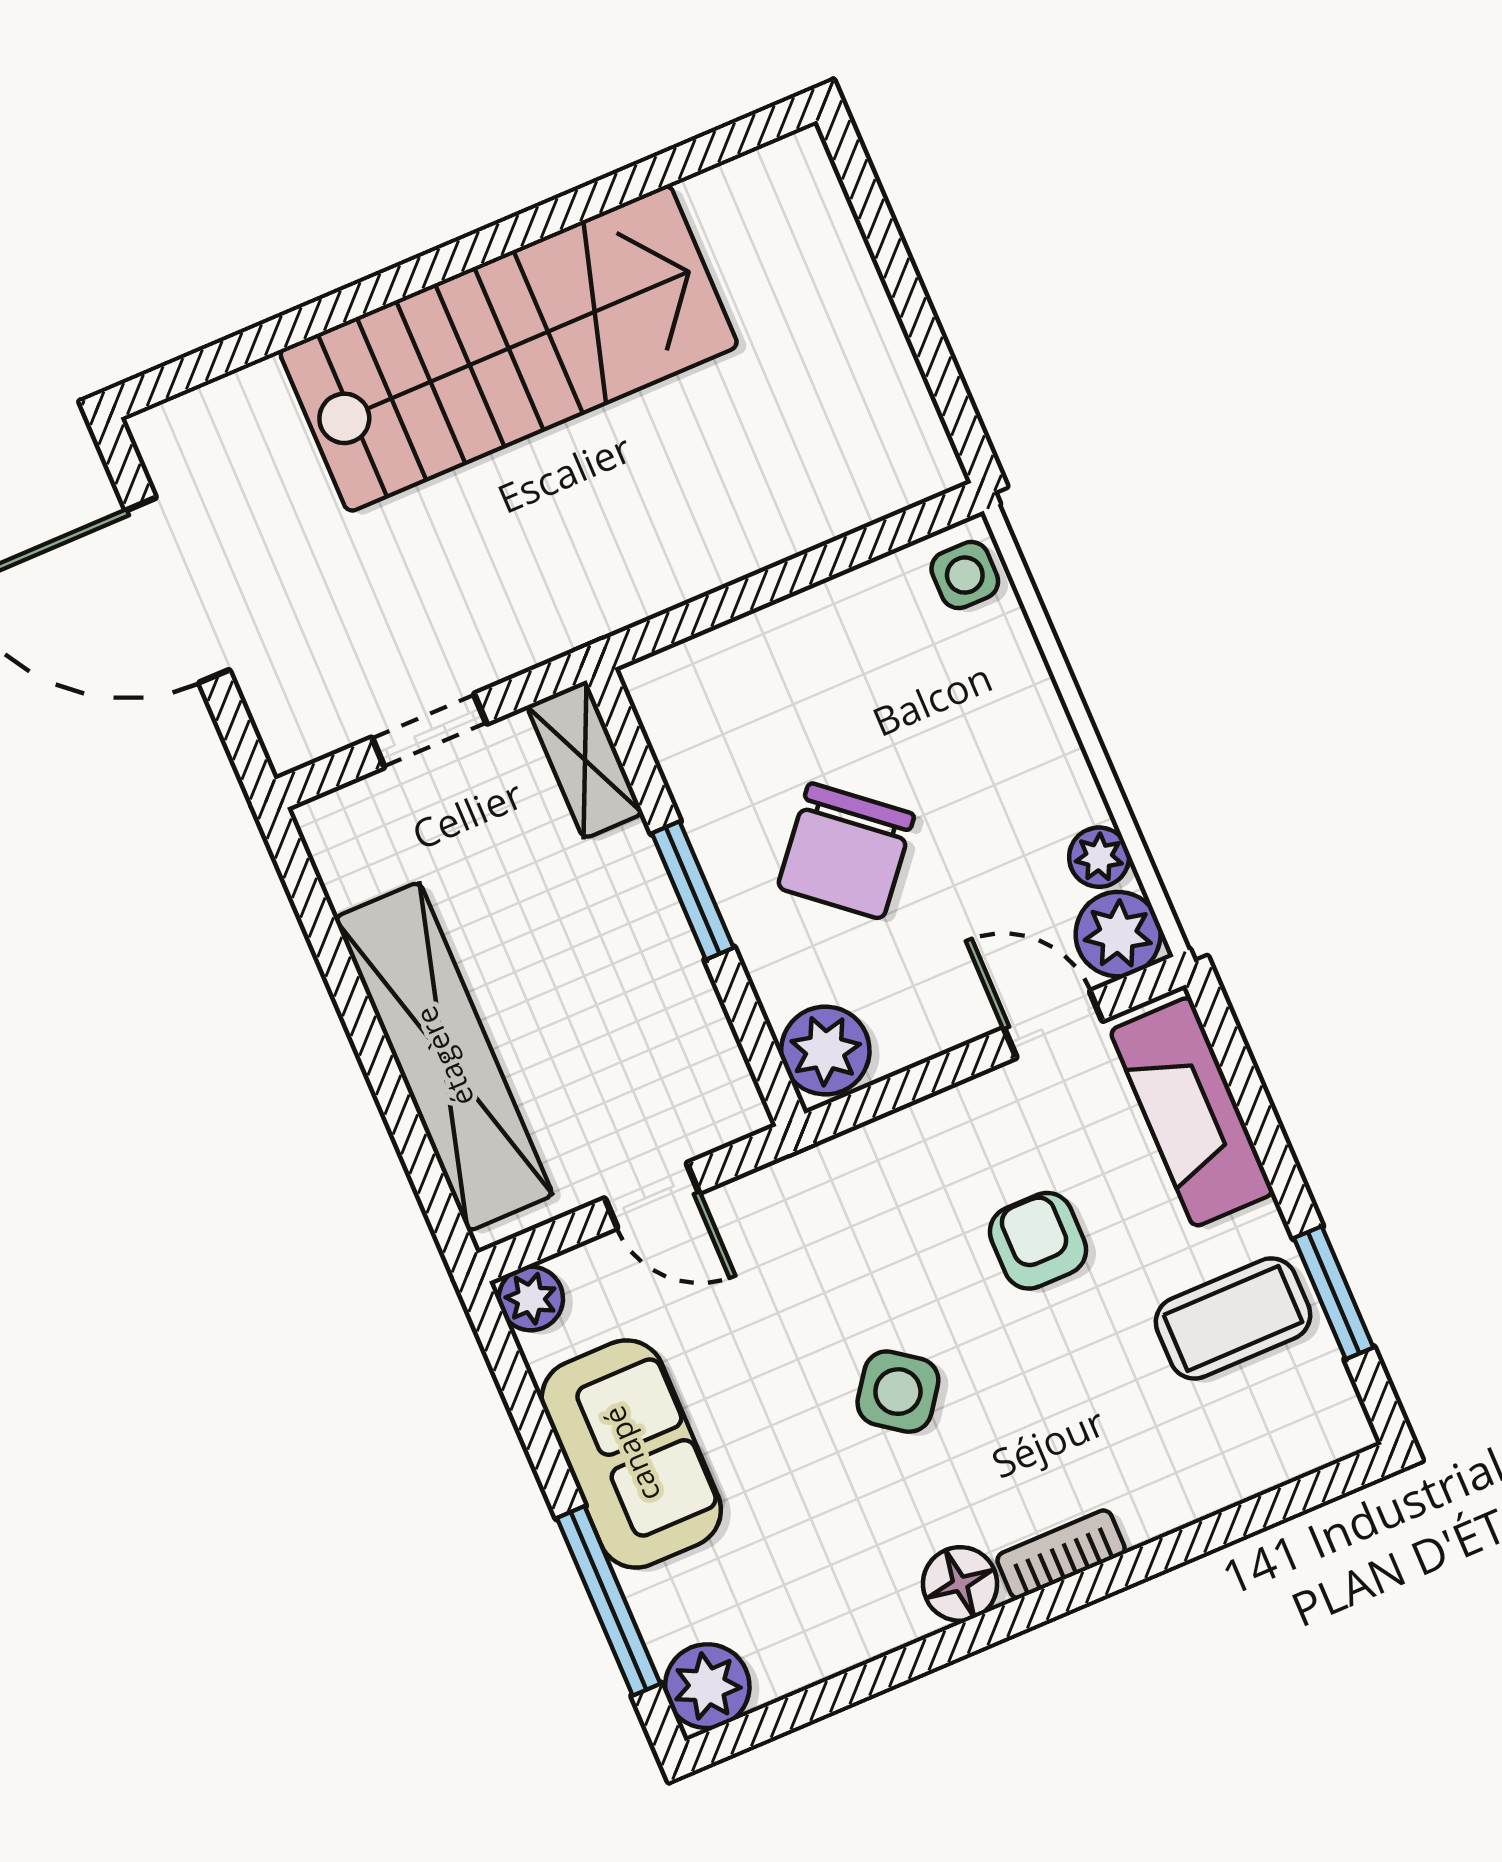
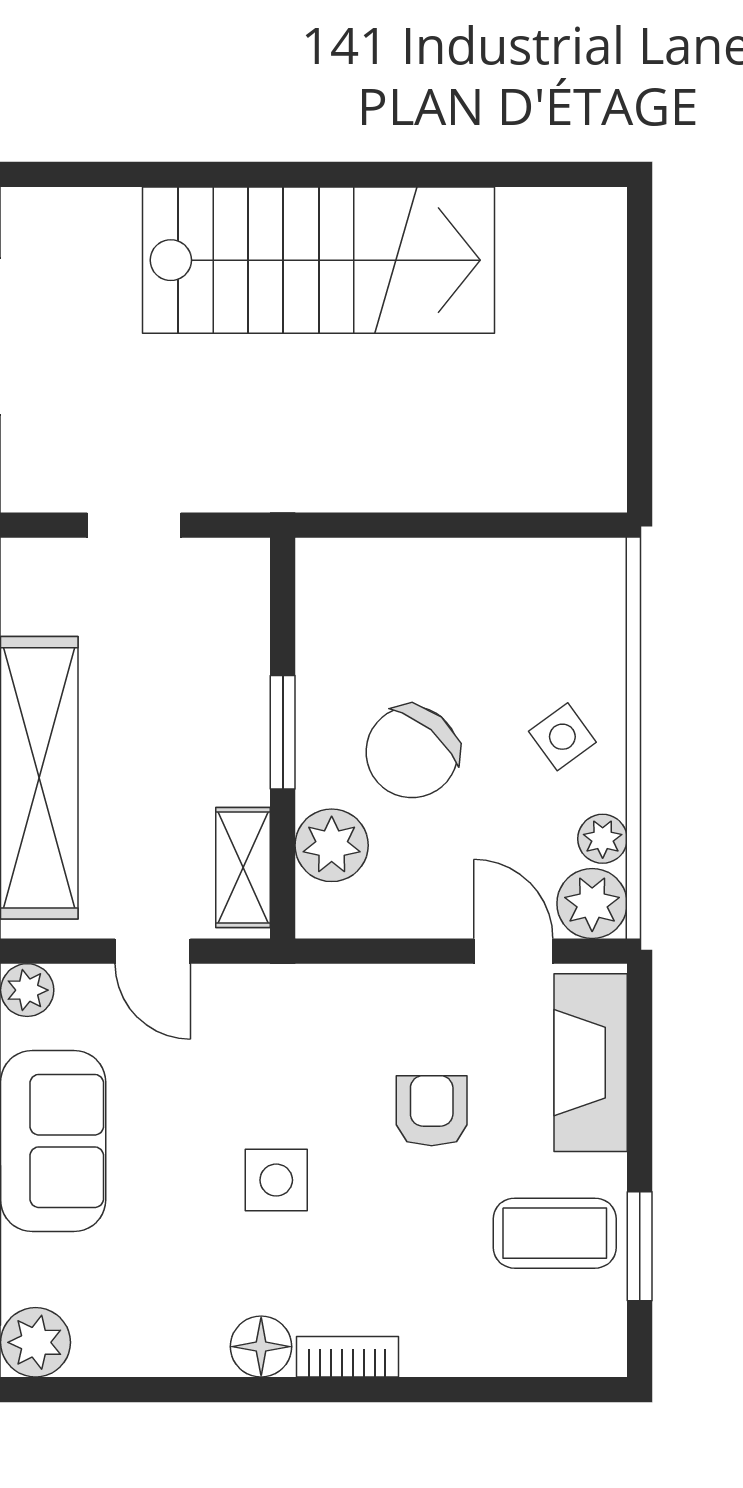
side table: (965, 575) -> (562, 737), moved, turned -36
shelving: (585, 760) -> (243, 867), moved
plant: (825, 1051) -> (332, 845), moved
side table: (898, 1392) -> (276, 1180), turned -36

